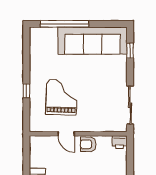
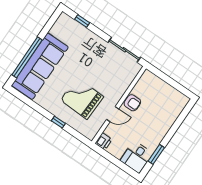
sofa: (93, 41) -> (40, 66), moved
printer: (120, 142) -> (104, 141), moved
armchair: (88, 144) -> (132, 103), turned -90

